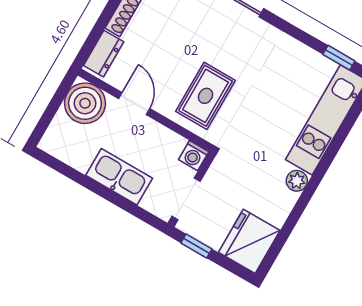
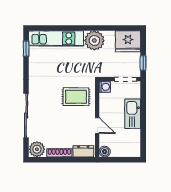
boiler: (85, 103) -> (105, 152), width x0.54, depth x0.54
door: (134, 104) -> (97, 125), swing flipped
plant: (297, 181) -> (94, 40), width x1.88, depth x1.88

